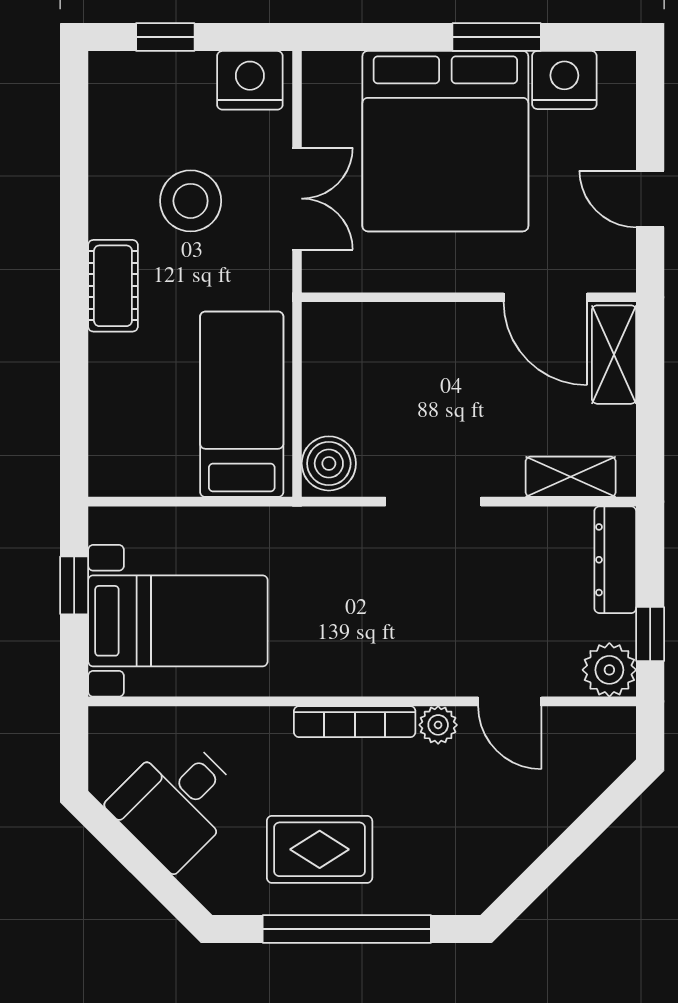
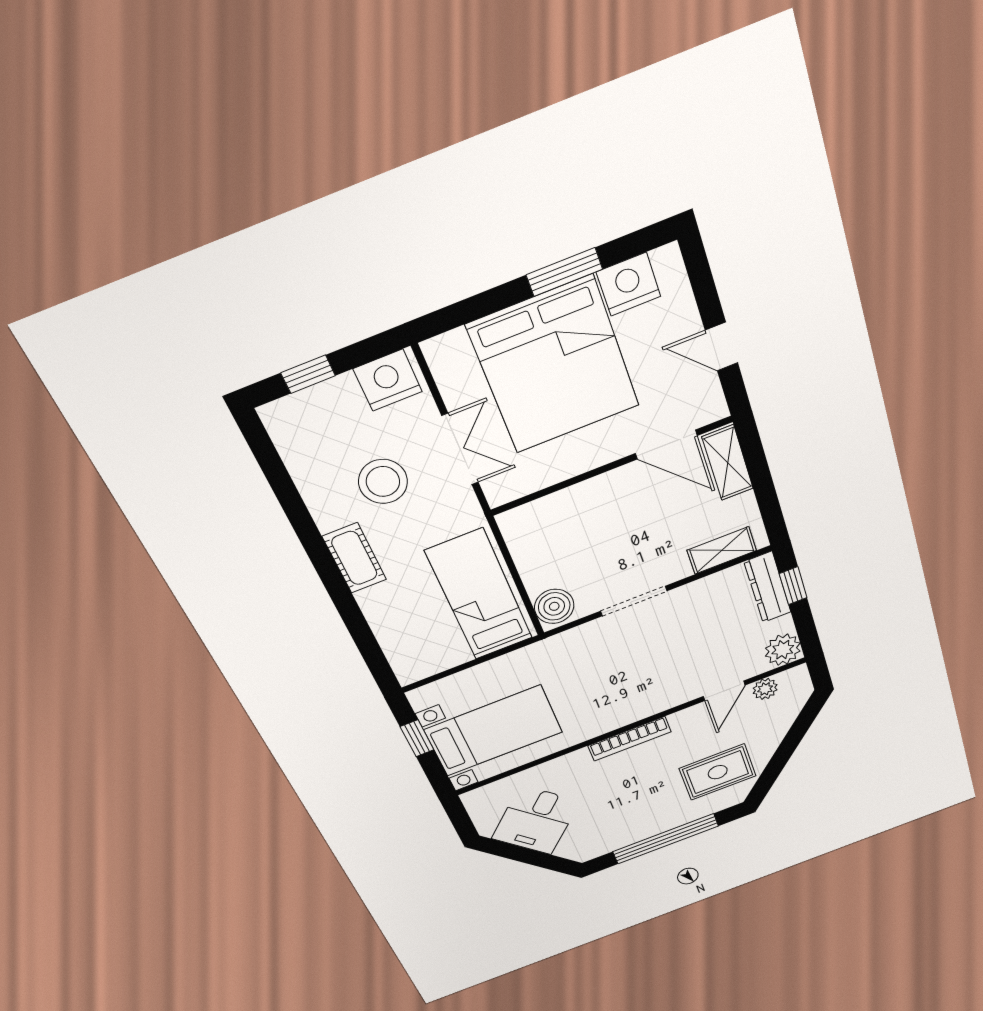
window: (650, 634) -> (793, 586), moved
door: (510, 701) -> (724, 691), hinge flipped
plant: (438, 725) -> (765, 689), moved
rug: (320, 849) -> (718, 772), moved

